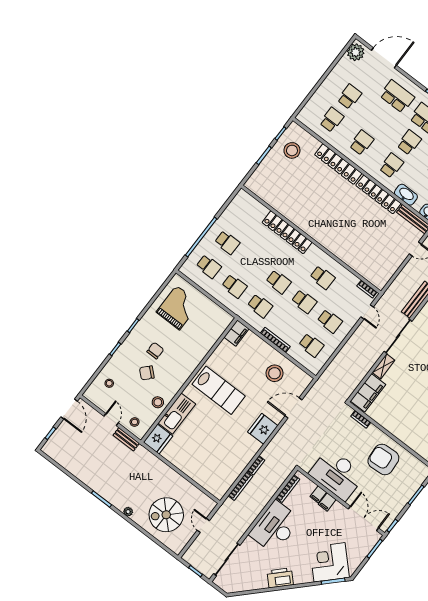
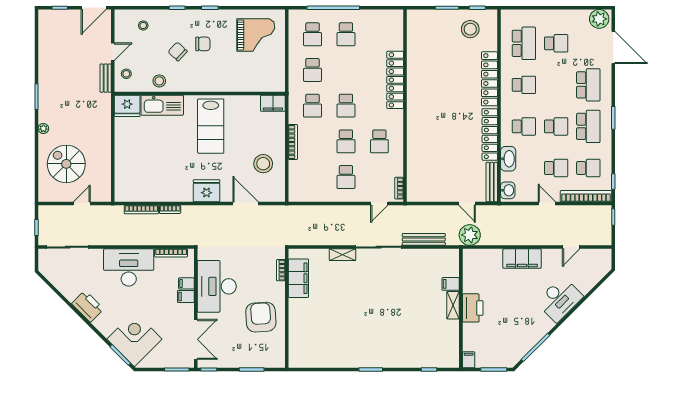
school desk: (332, 120) -> (524, 43), width x1.85
school desk: (311, 345) -> (313, 177), removed
filing cabinet: (368, 393) -> (298, 278), moved, turned -90

